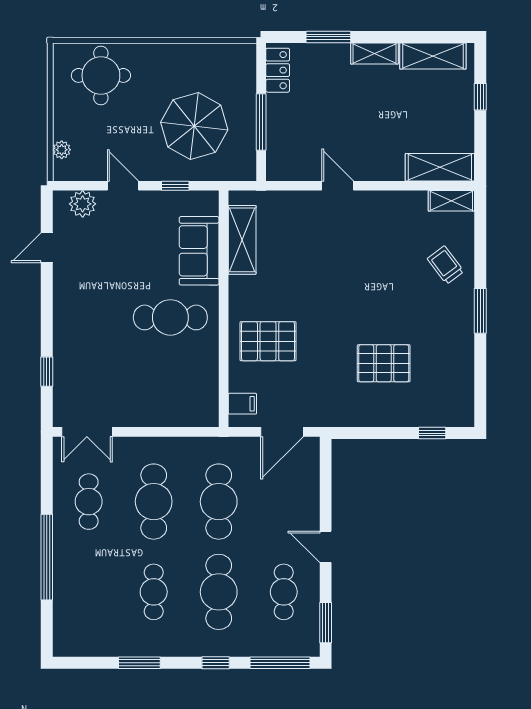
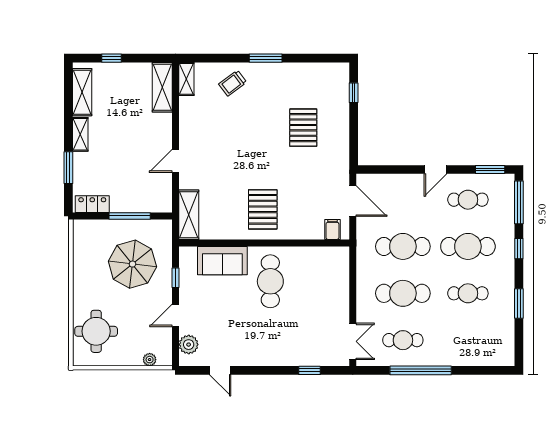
shelving: (242, 240) -> (189, 215), moved, turned 90
pallet: (268, 341) -> (263, 209), moved
window: (47, 557) -> (421, 370), moved

